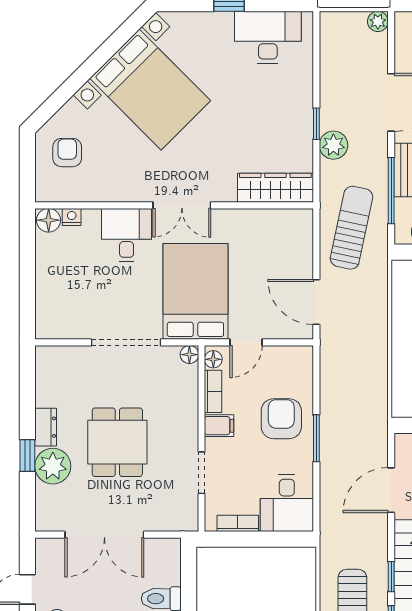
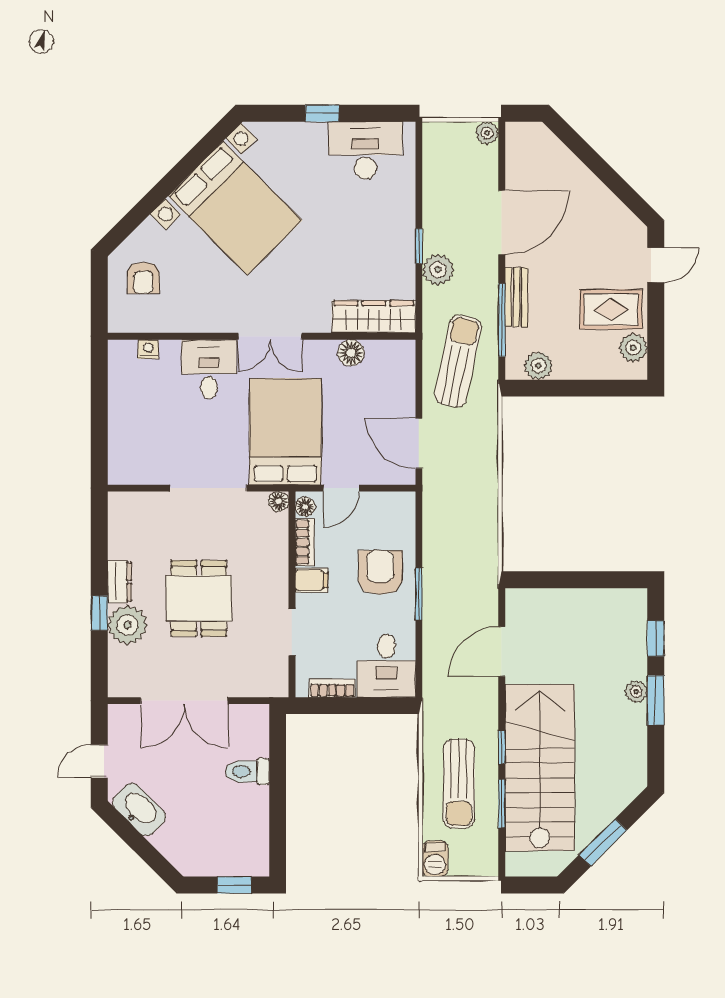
armchair: (67, 153) -> (143, 278), turned 180
floor lamp: (49, 220) -> (351, 353), moved

